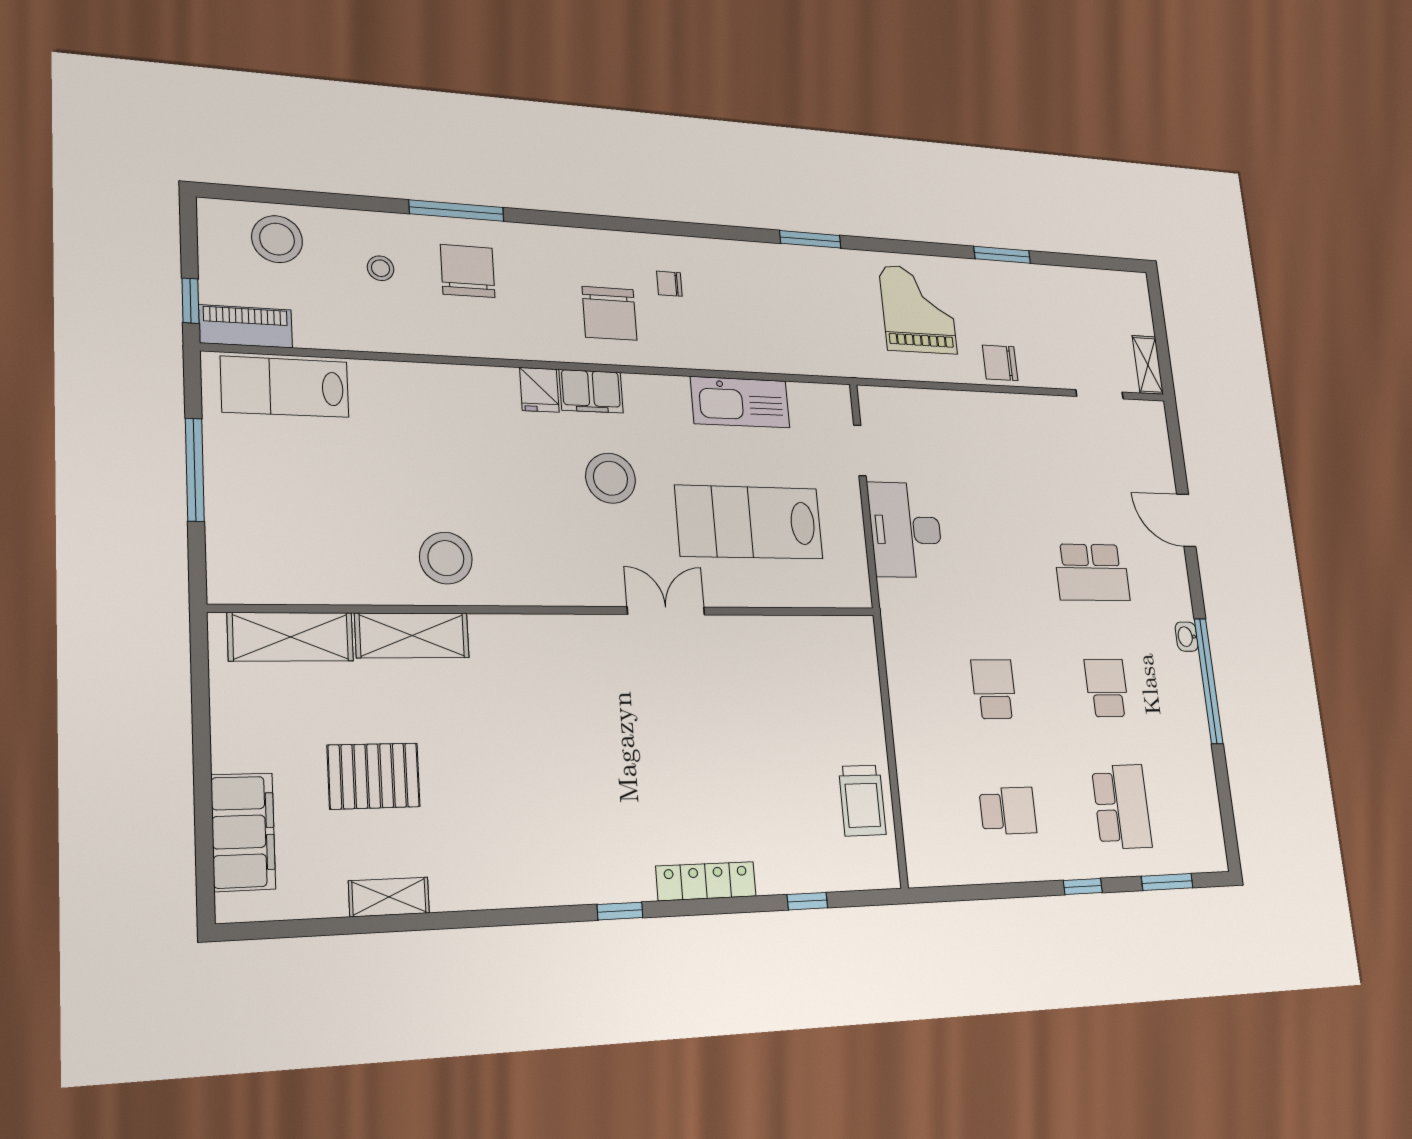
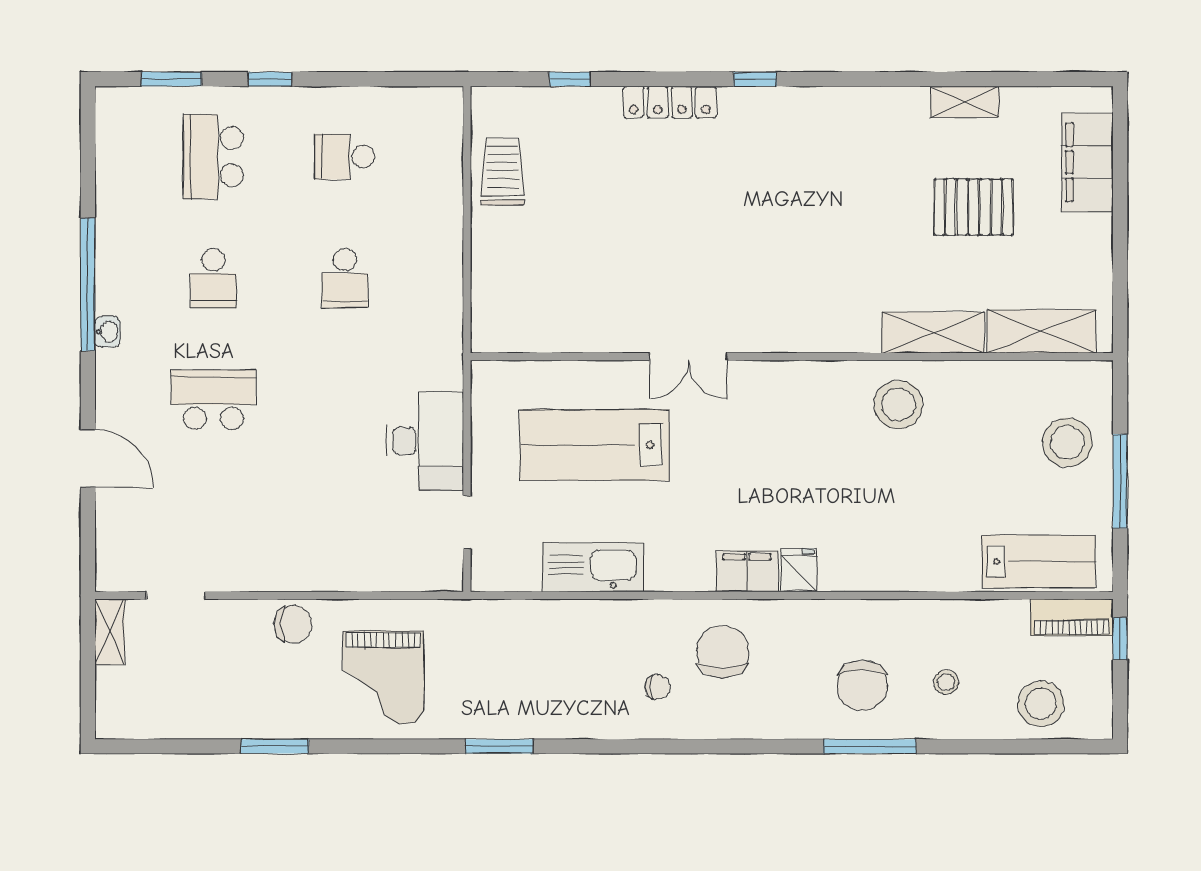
stool: (611, 478) -> (1067, 442), moved
lab bench: (749, 522) -> (595, 445), turned 180

